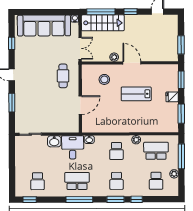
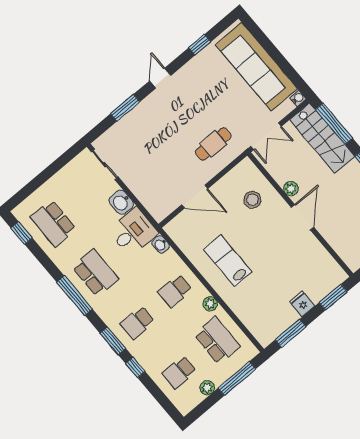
lab bench: (136, 94) -> (228, 261), moved
school desk: (38, 181) -> (53, 223), width x1.85

